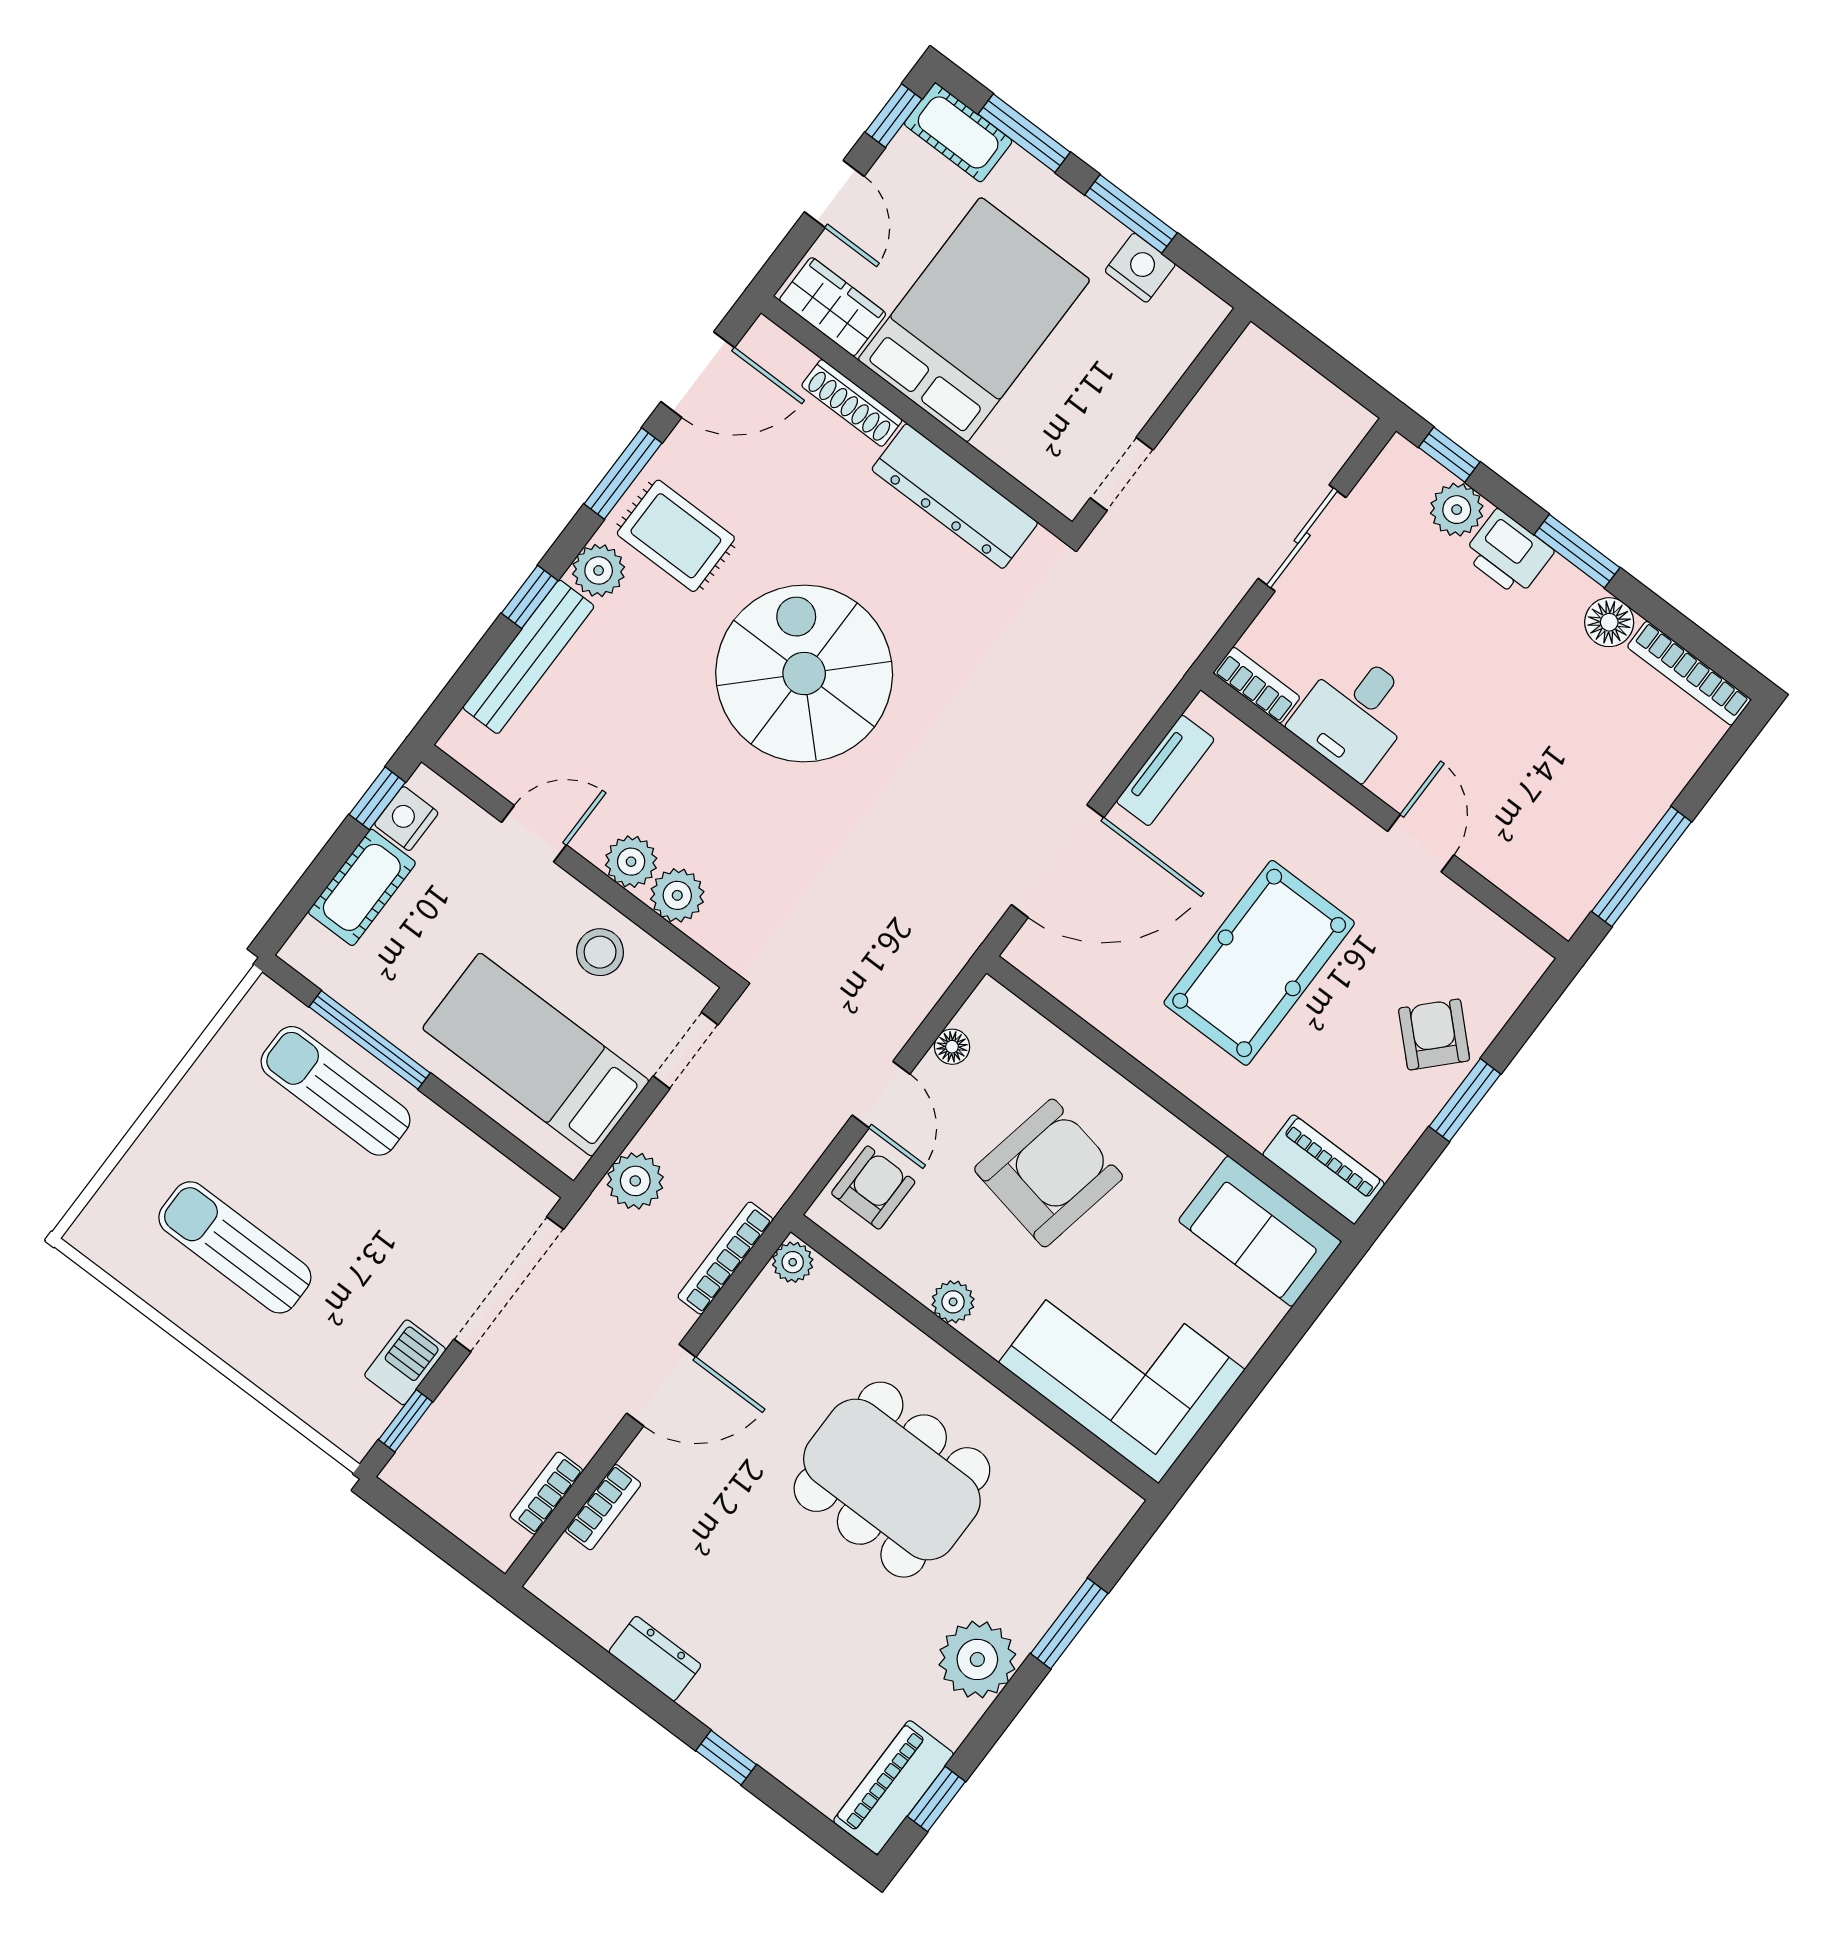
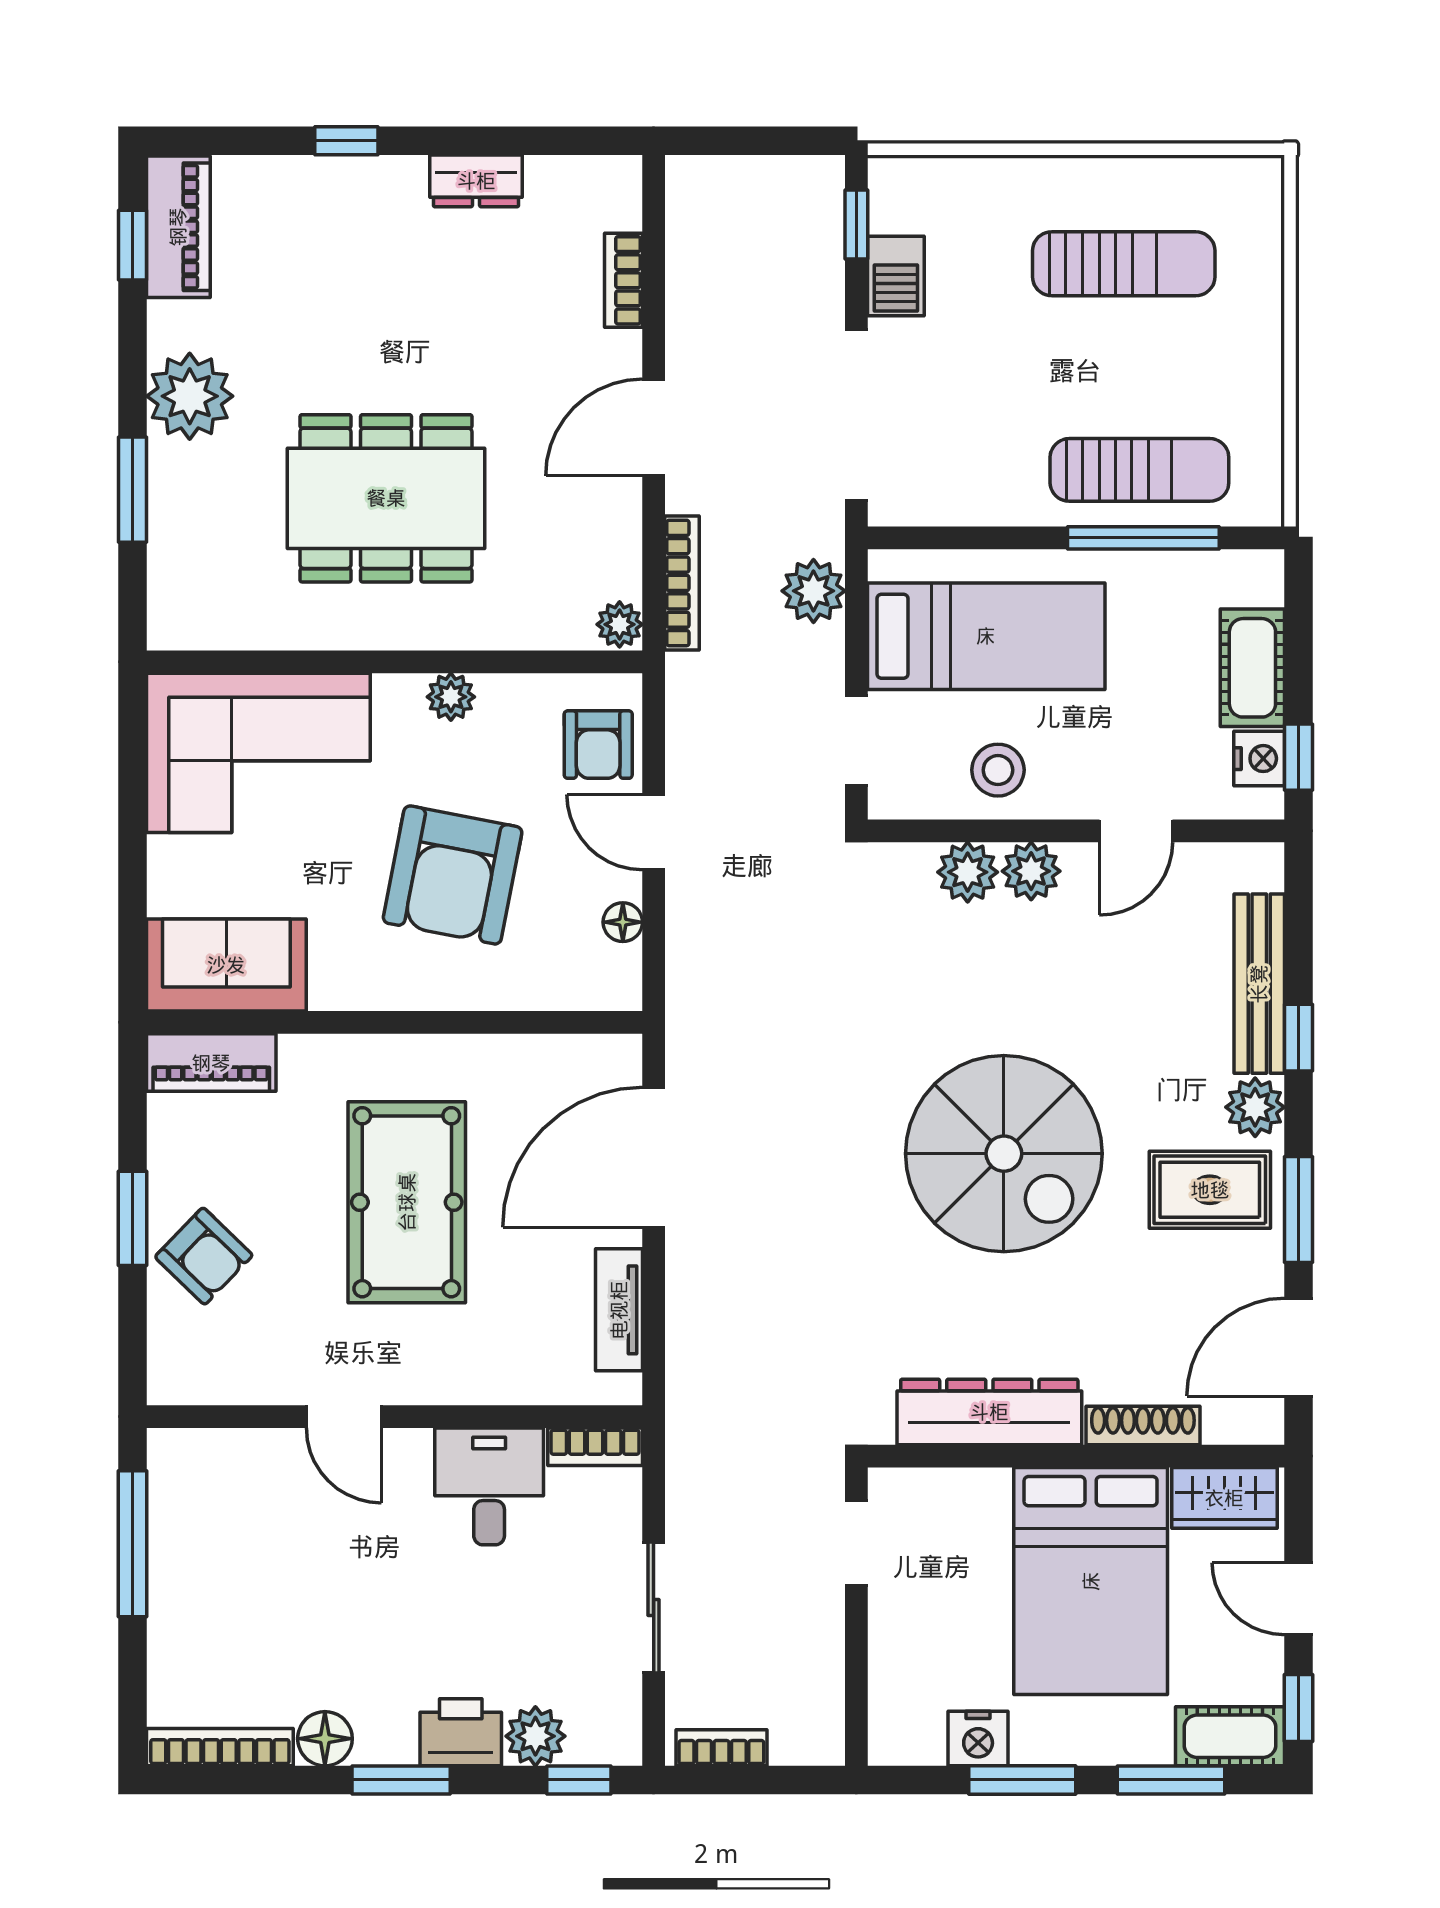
bookcase: (546, 1493) -> (721, 1748), moved, turned -90

